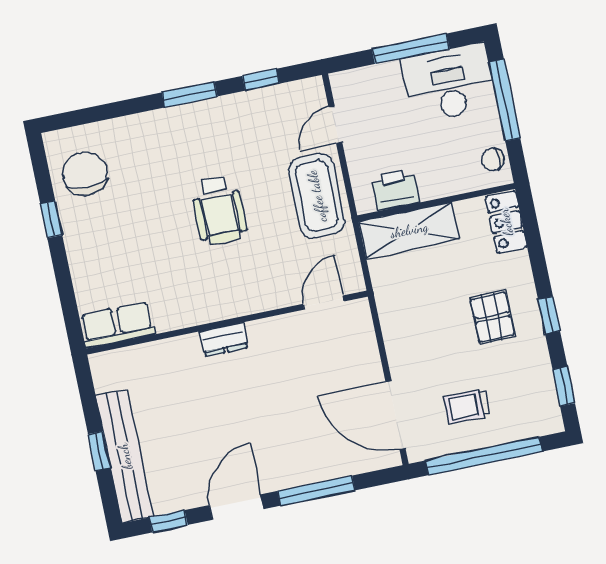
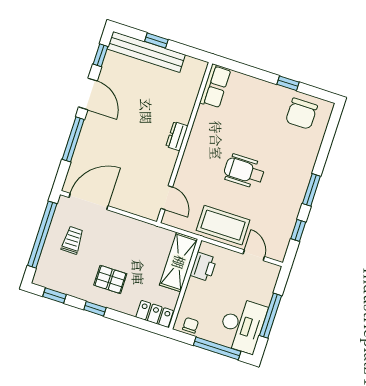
chair: (85, 174) -> (301, 114), turned 90

